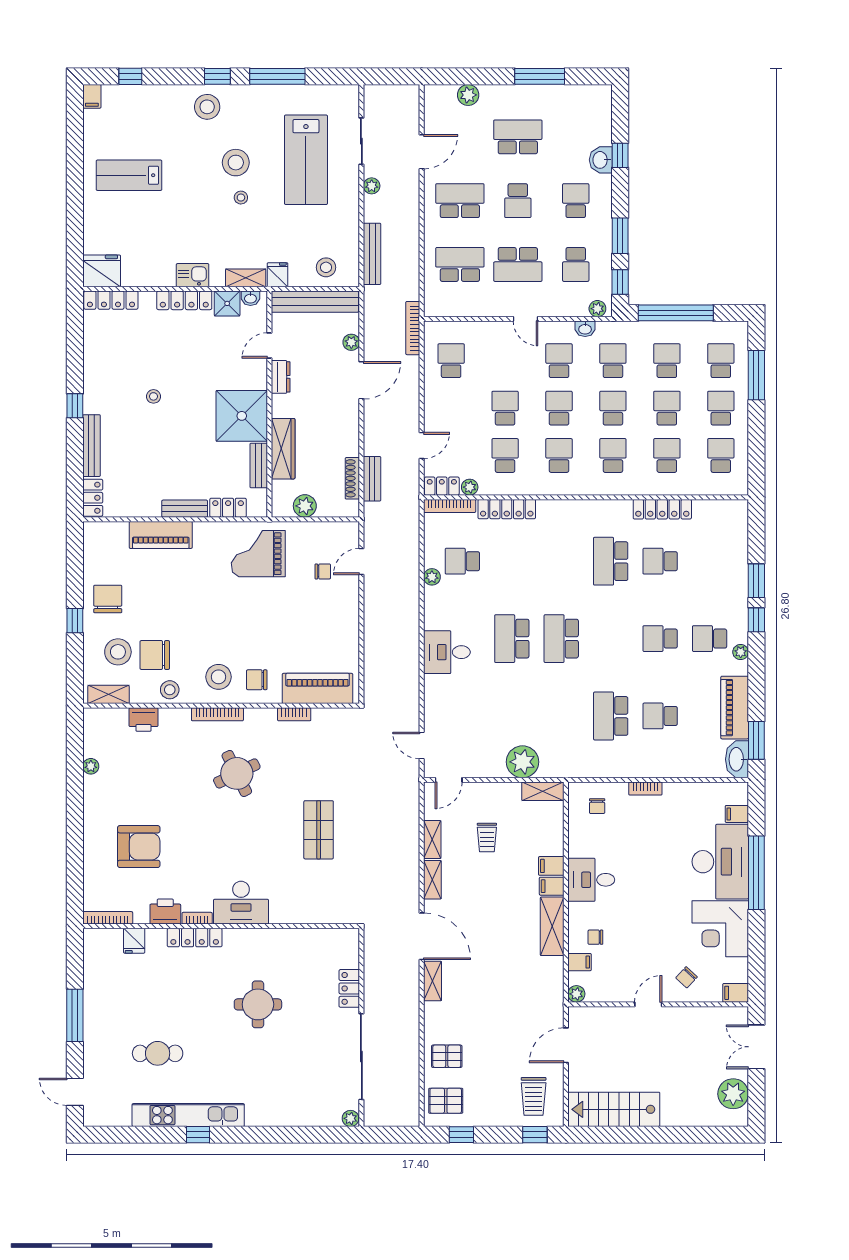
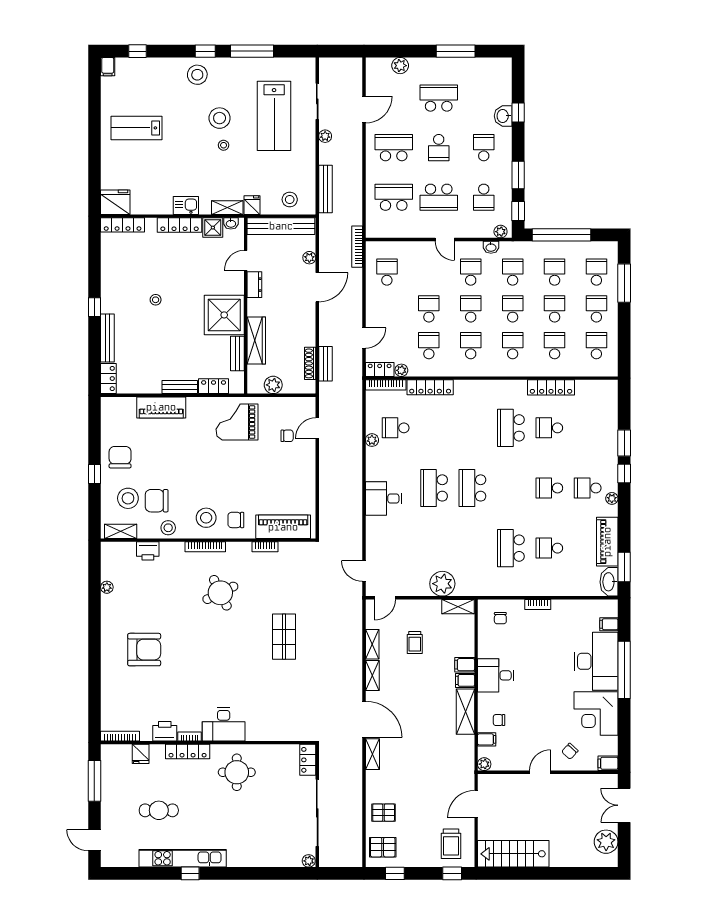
desk: (241, 903) -> (224, 724), moved
printer: (165, 912) -> (165, 731), moved
bookcase: (108, 918) -> (120, 736), moved
bookcase: (197, 918) -> (189, 736), moved
wall: (221, 926) -> (208, 743), moved
locker: (195, 938) -> (188, 752), moved
fridge: (134, 941) -> (141, 754), moved

